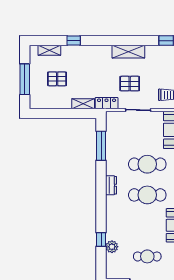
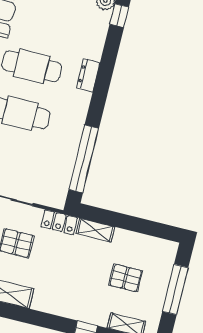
window: (101, 146) -> (84, 159), width x1.46
dresser: (111, 185) -> (88, 75), moved

